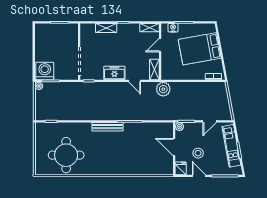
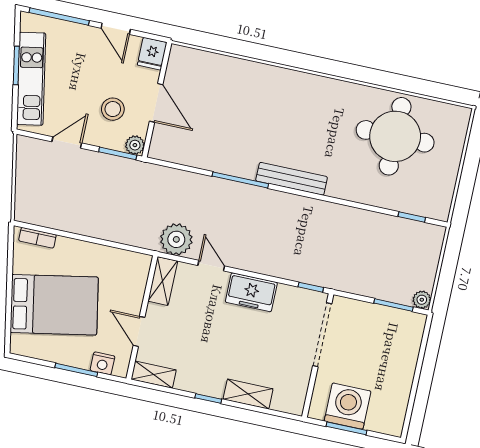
door: (160, 45) -> (139, 331), swing flipped
washing machine: (45, 71) -> (348, 406), moved, turned 180
plant: (163, 89) -> (176, 239), moved
stool: (198, 153) -> (113, 109), moved

